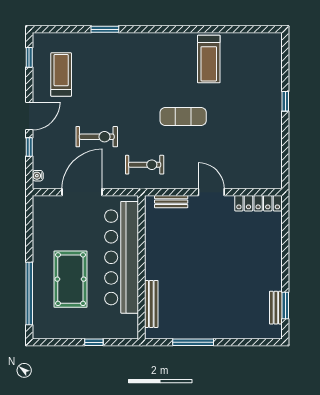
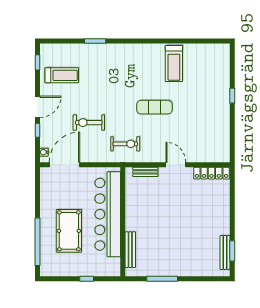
treadmill: (61, 74) -> (62, 75), turned 90
exercise bike: (97, 137) -> (89, 123), turned 180
door: (82, 192) -> (64, 165), moved
bench: (276, 308) -> (225, 252), width x1.36

